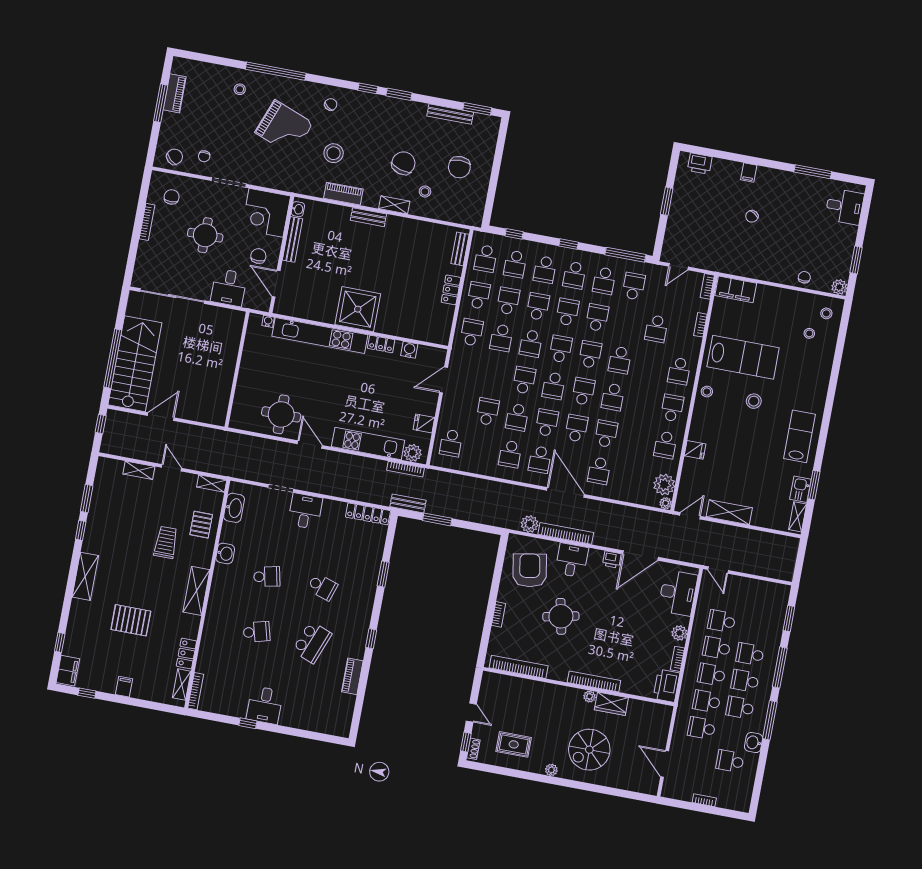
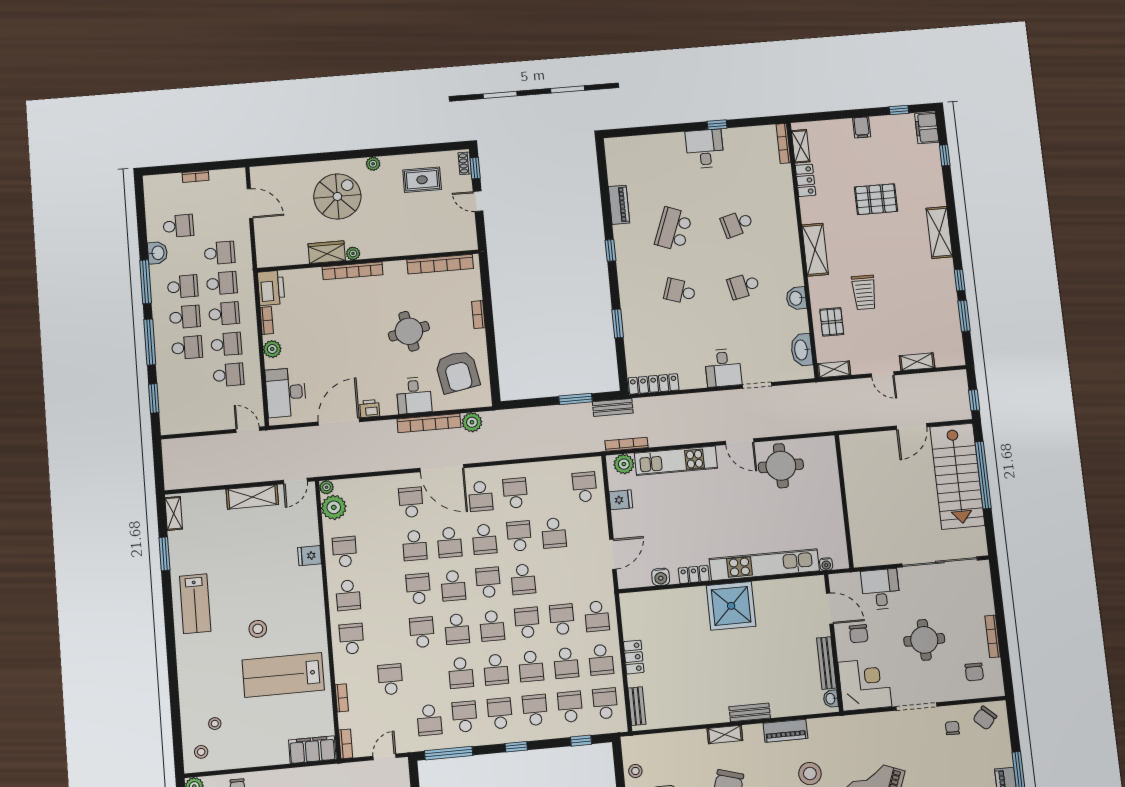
stool: (425, 191) -> (635, 771), moved
stool: (707, 392) -> (314, 625), removed
school desk: (540, 460) -> (481, 496), turned 180
kitchen sink: (800, 489) -> (179, 545), removed

